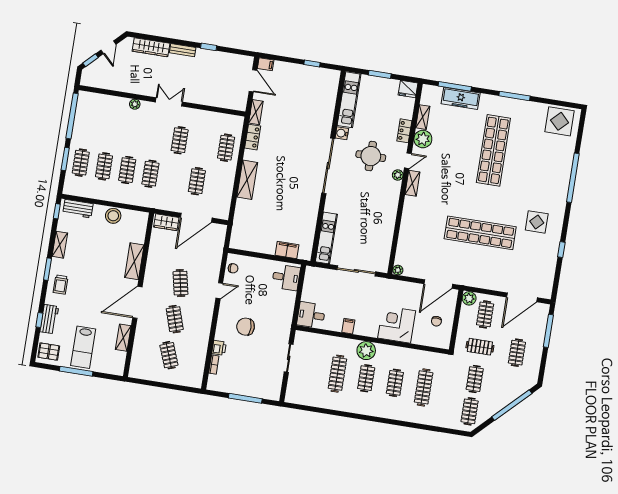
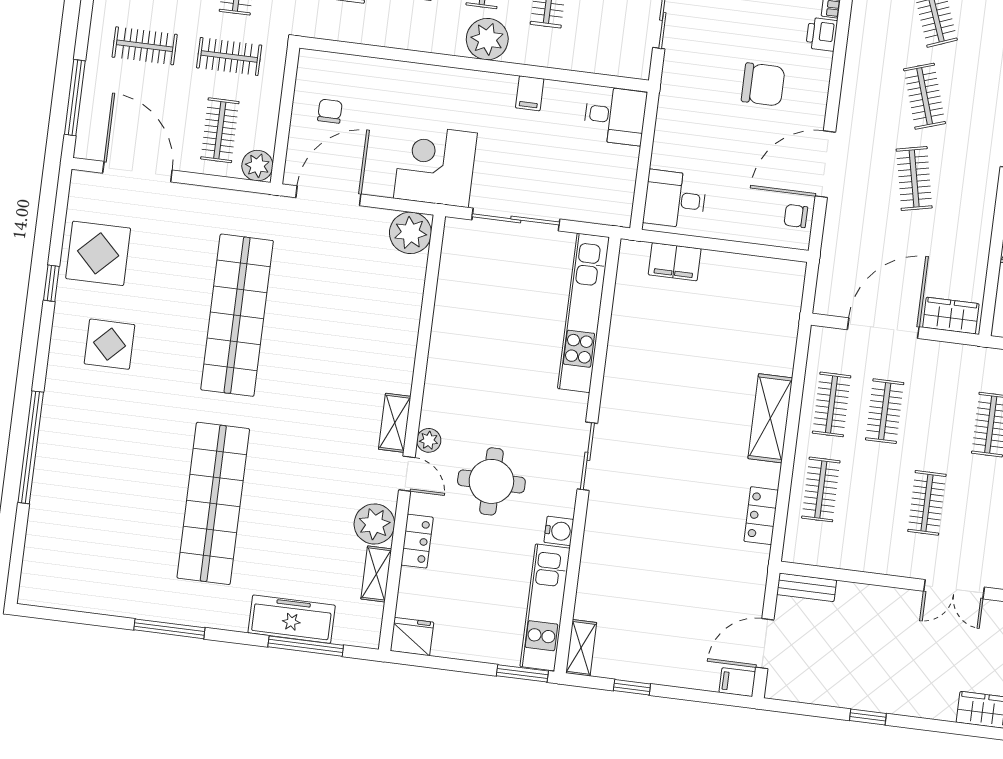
bench: (183, 50) -> (807, 587), moved
window: (380, 74) -> (522, 673), moved
door: (253, 81) -> (765, 644), hinge flipped
shelving: (256, 112) -> (581, 648), moved
display table: (560, 121) -> (98, 253), moved
door: (408, 161) -> (407, 474), swing flipped
sliding door: (328, 166) -> (587, 456), width x0.54
clothes rail: (220, 185) -> (832, 404), added
shop shelf: (480, 233) -> (237, 315), turned 90
kitchen unit: (326, 238) -> (583, 313), width x1.36
plant: (398, 270) -> (410, 233), width x1.88, depth x1.88
door: (219, 291) -> (825, 164), width x1.87
door: (522, 297) -> (137, 172), hinge flipped
corner desk: (397, 324) -> (435, 166), moved, turned 180
clothes rail: (517, 353) -> (145, 46), turned 90

